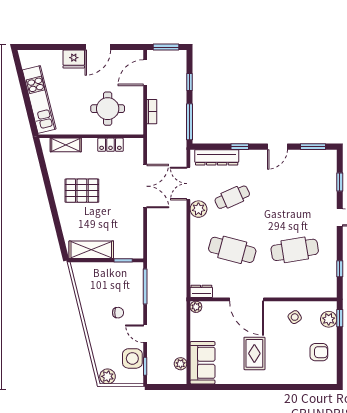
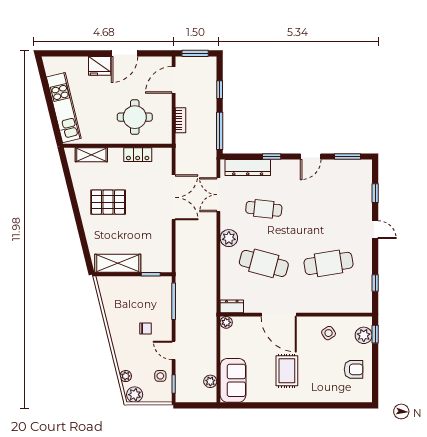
cafe table: (232, 197) -> (264, 209), turned 30
plant: (198, 209) -> (229, 238), moved
side table: (132, 358) -> (160, 376), width x0.54, depth x0.54
plant: (99, 359) -> (126, 376), added

